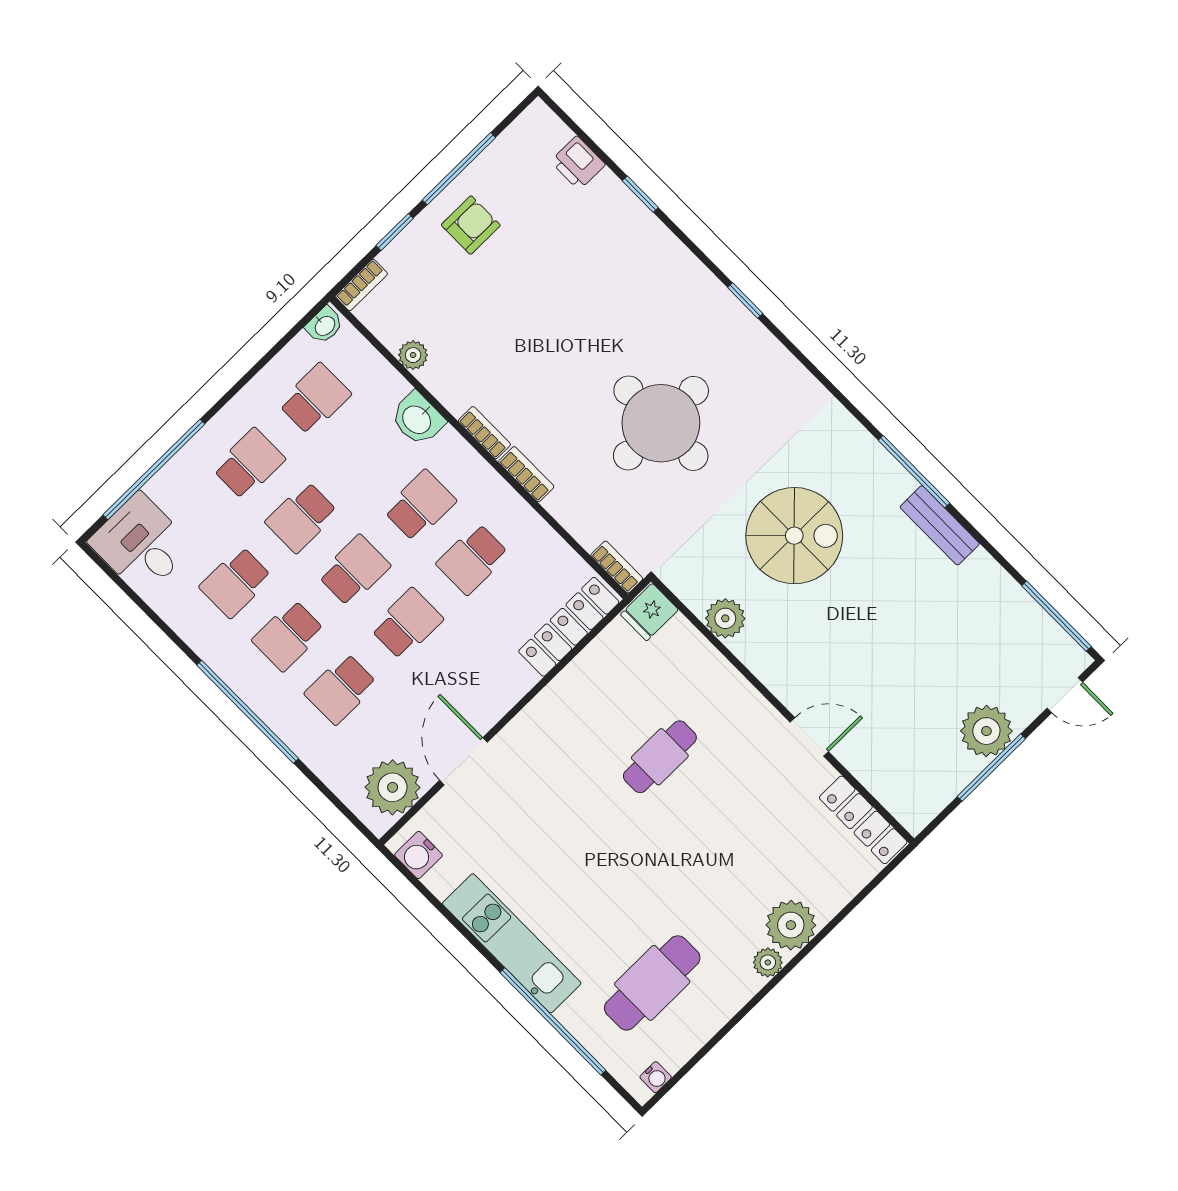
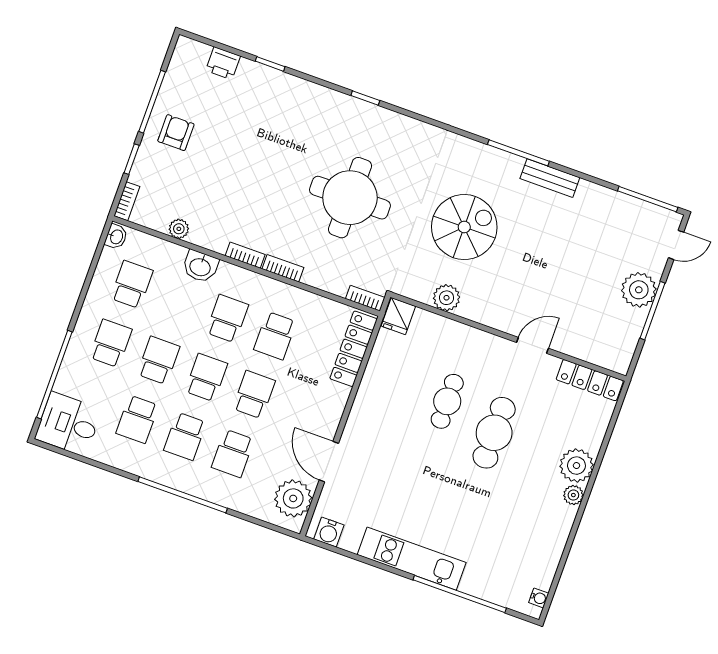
school desk: (302, 517) -> (158, 360), turned 180
cafe table: (652, 983) -> (494, 433), moved

